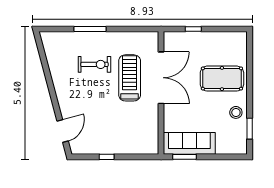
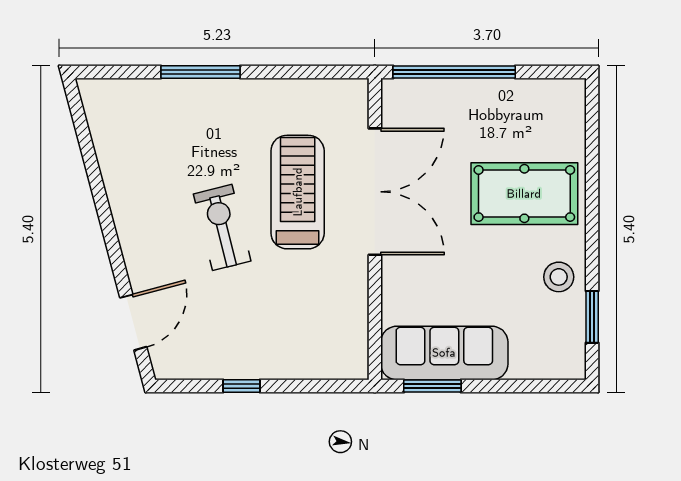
window: (193, 29) -> (454, 72), width x3.17
exercise bike: (95, 64) -> (222, 227), moved, turned -104

